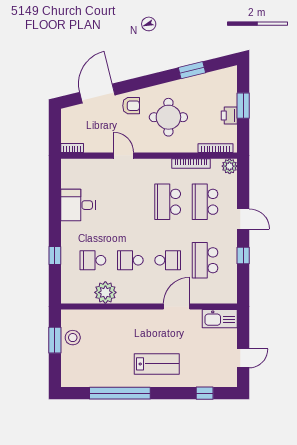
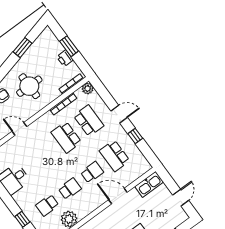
school desk: (205, 202) -> (89, 121), turned 180
school desk: (130, 260) -> (70, 189), turned 180
door: (177, 307) -> (118, 196), hinge flipped

